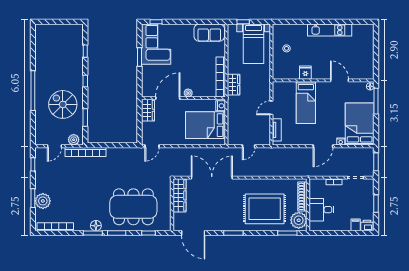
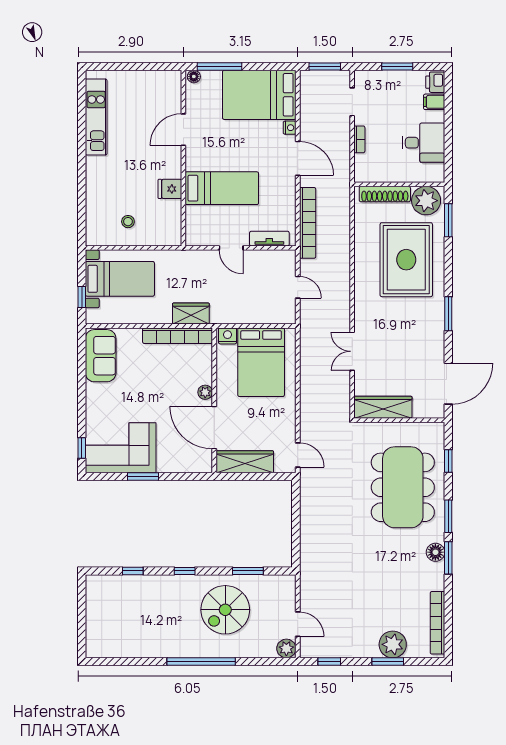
kitchen unit: (330, 30) -> (96, 117), moved
wardrobe: (148, 110) -> (245, 462), width x1.50
plant: (74, 140) -> (286, 648), moved
bookcase: (85, 152) -> (308, 223), moved
double door: (212, 178) -> (352, 351), width x0.54
desk: (321, 210) -> (423, 143), moved, turned -90

